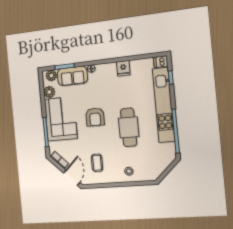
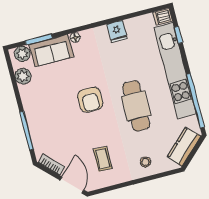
corner sofa: (61, 119) -> (44, 109), removed
kitchen counter: (161, 165) -> (184, 147), added

